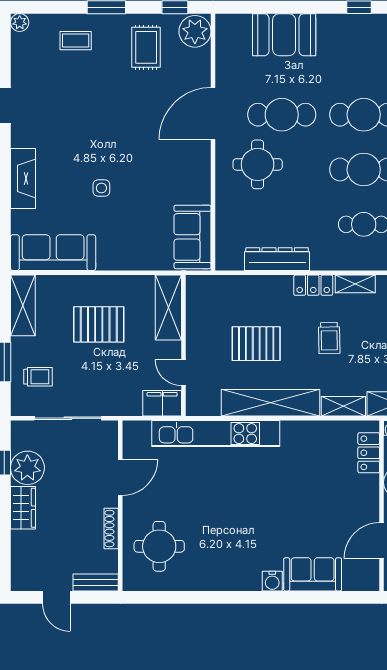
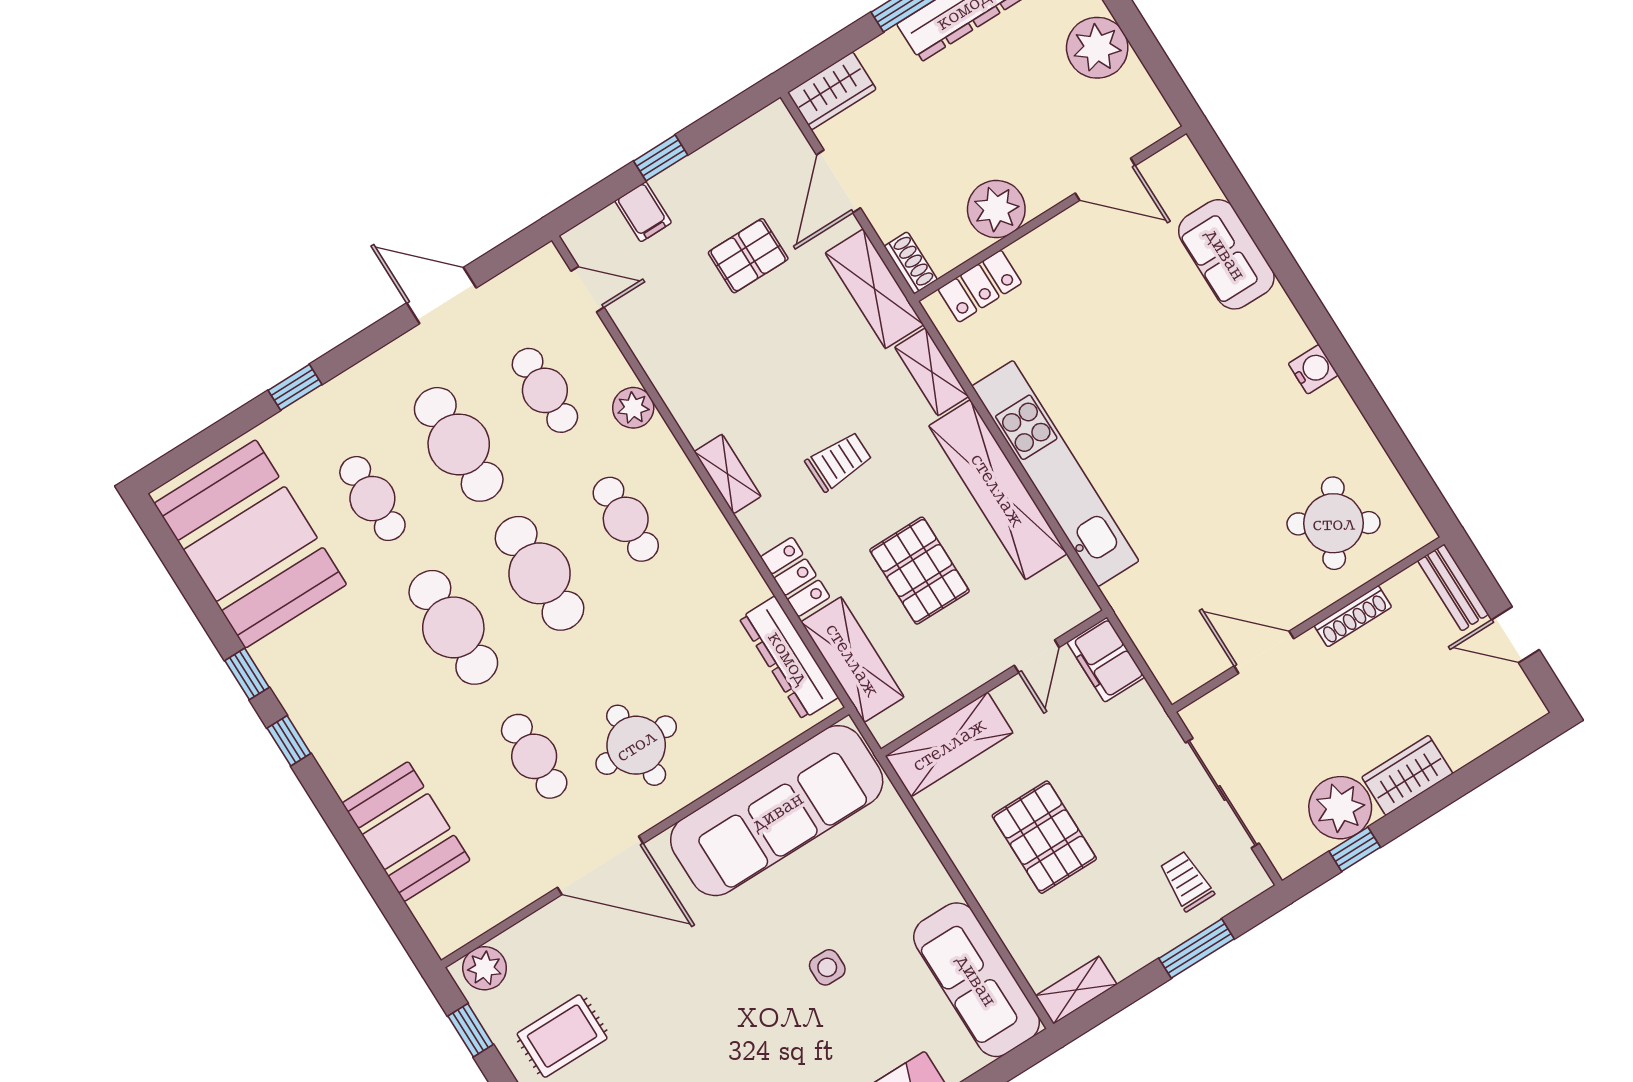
plant: (195, 31) -> (485, 968), width x0.73, depth x0.73
cafe table: (282, 115) -> (534, 756), width x0.73, depth x0.74
sofa: (192, 237) -> (777, 811), width x1.85, depth x1.27
dresser: (277, 259) -> (789, 658), moved
locker: (313, 285) -> (795, 577), moved
shelving: (235, 288) -> (853, 660), added
shelving: (23, 305) -> (1076, 990), width x0.67, depth x0.75
kitchen unit: (216, 434) -> (1055, 474), moved
round table: (159, 546) -> (1334, 523), turned 31
water cooler: (272, 581) -> (1313, 369), moved
door: (56, 597) -> (1515, 635), swing flipped

